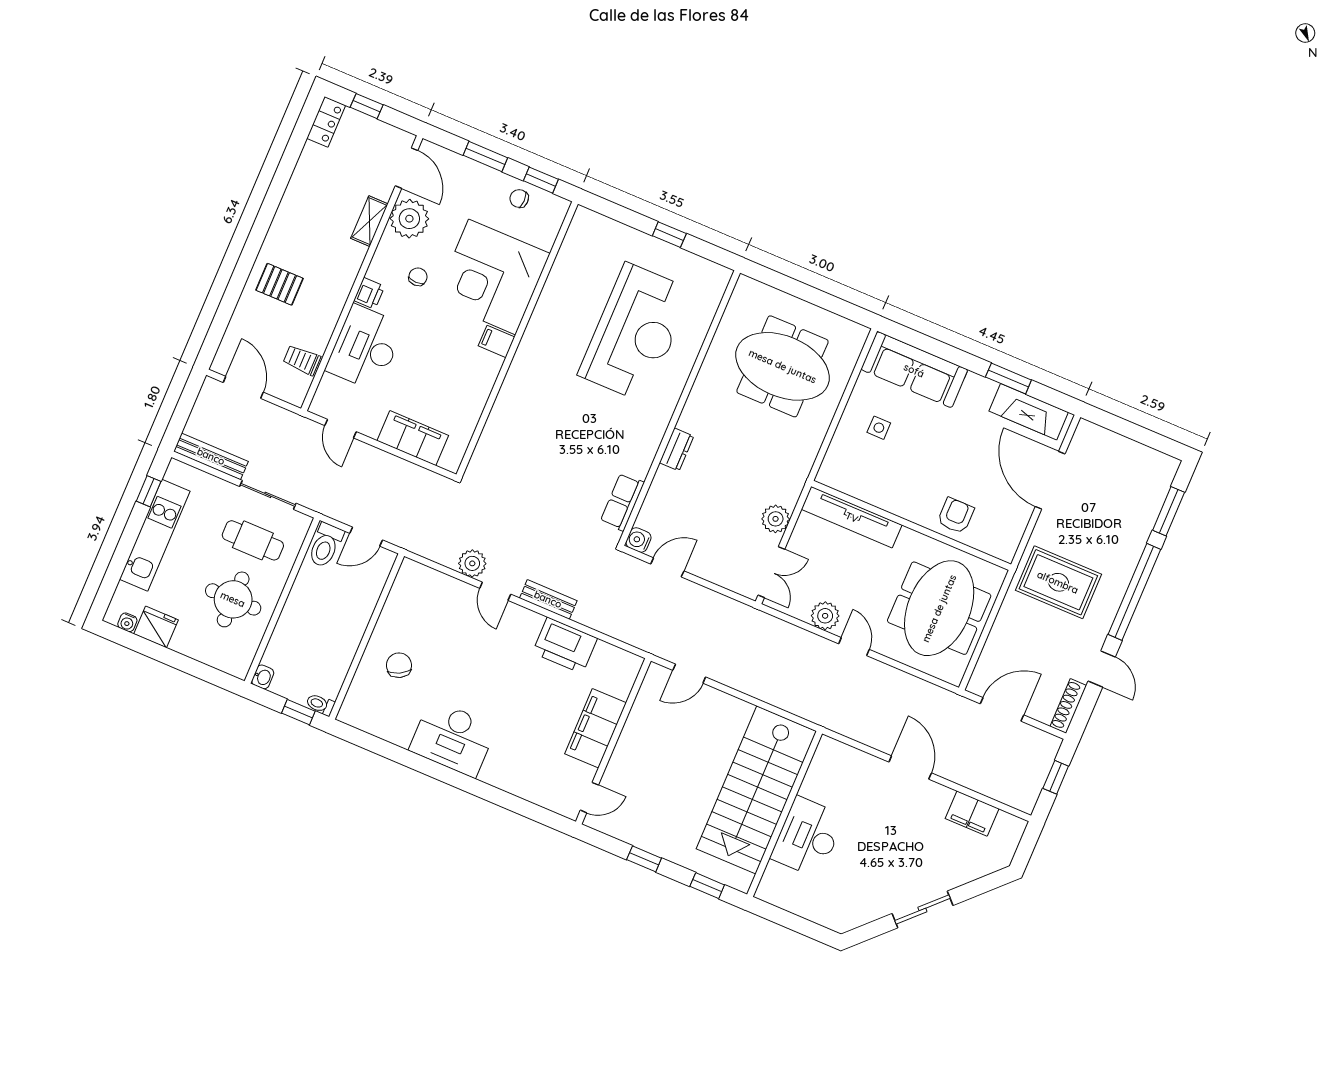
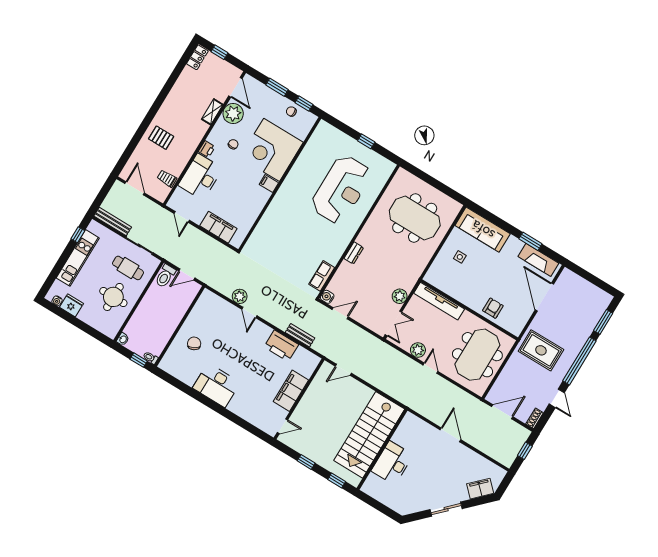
bench: (548, 599) -> (300, 335), moved
shoe rack: (1068, 706) -> (535, 418), width x0.70
filing cabinet: (972, 814) -> (480, 489), moved, turned 135

